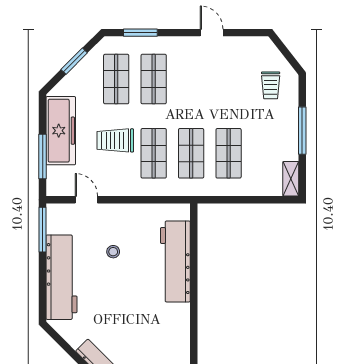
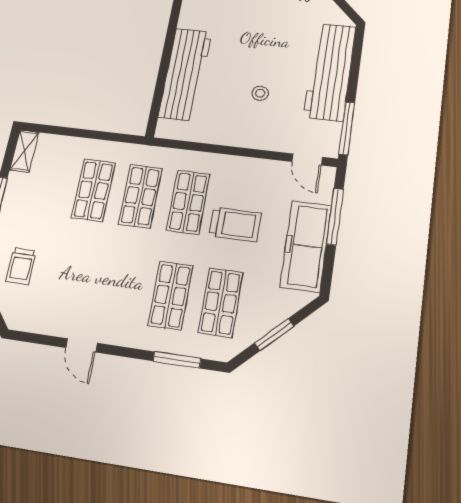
trolley: (271, 85) -> (21, 266), turned 180
door: (86, 200) -> (307, 159), moved

